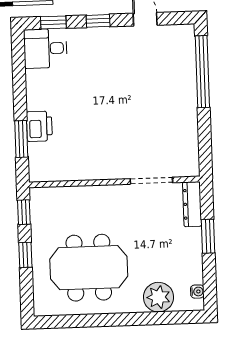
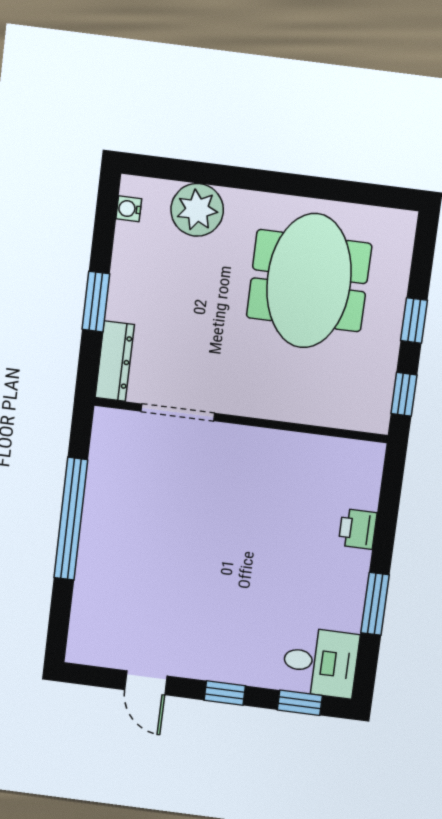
window: (202, 72) -> (71, 519), moved
printer: (39, 126) -> (358, 529), width x0.73, depth x0.81
window: (21, 139) -> (375, 604), moved
meeting table: (89, 268) -> (309, 281), turned 90

